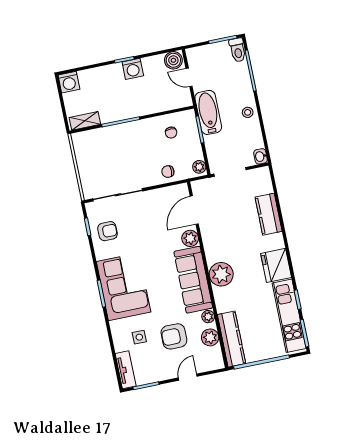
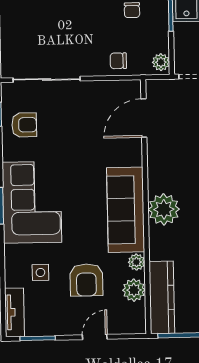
plant: (190, 238) -> (132, 154), removed
armchair: (174, 336) -> (86, 280), turned -90

